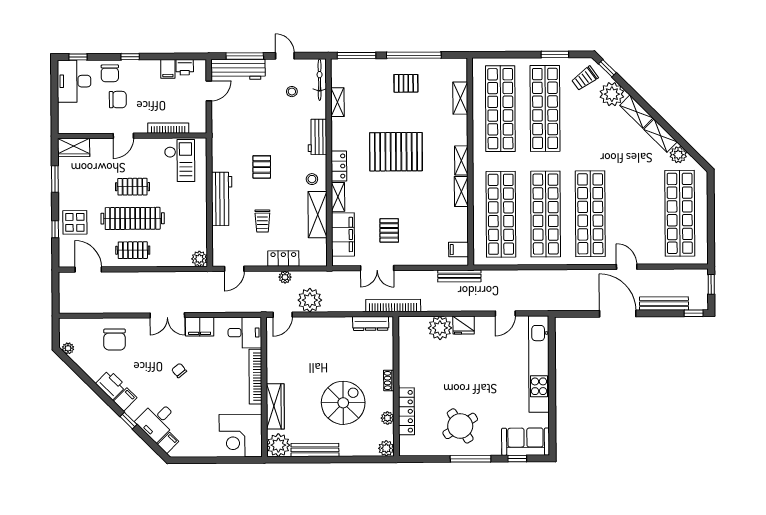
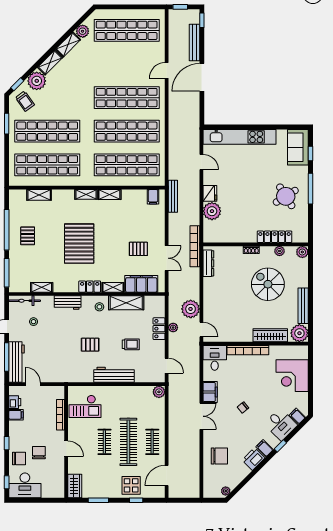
checkout: (180, 160) -> (85, 406), turned 180
corner desk: (241, 436) -> (292, 376), moved, turned 90

